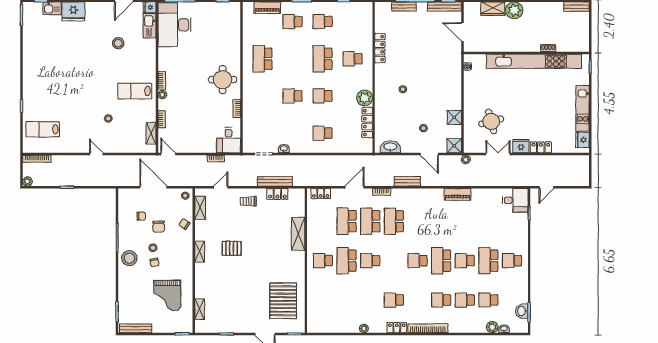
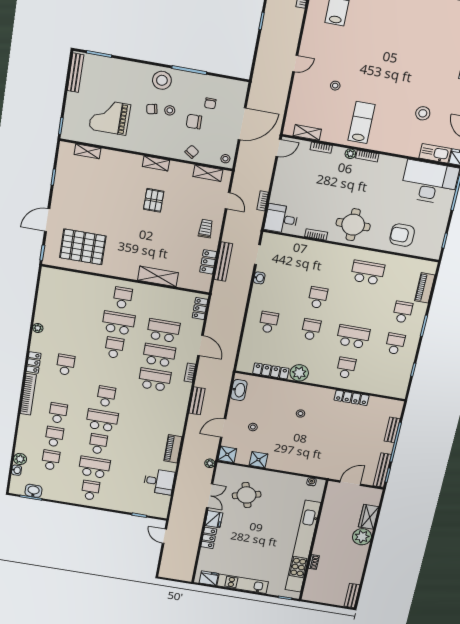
armchair: (224, 37) -> (402, 235), added
desk: (515, 200) -> (159, 482), moved, turned -90

